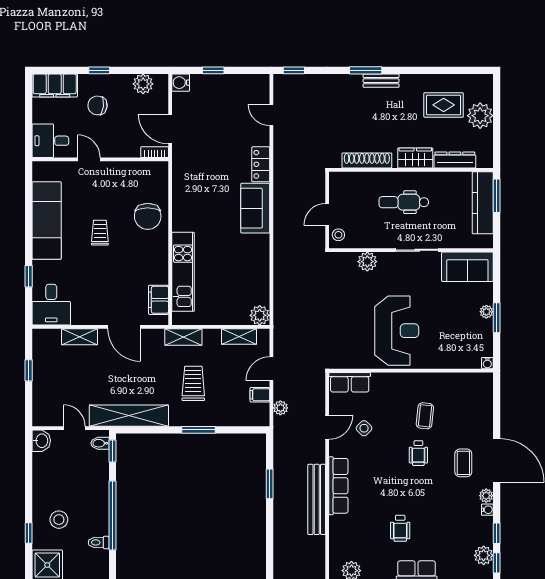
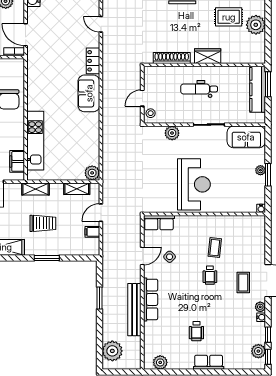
dresser: (455, 160) -> (237, 58), removed
trolley: (193, 383) -> (43, 223), turned 90
plant: (280, 408) -> (112, 351), moved, width x1.88, depth x1.88

